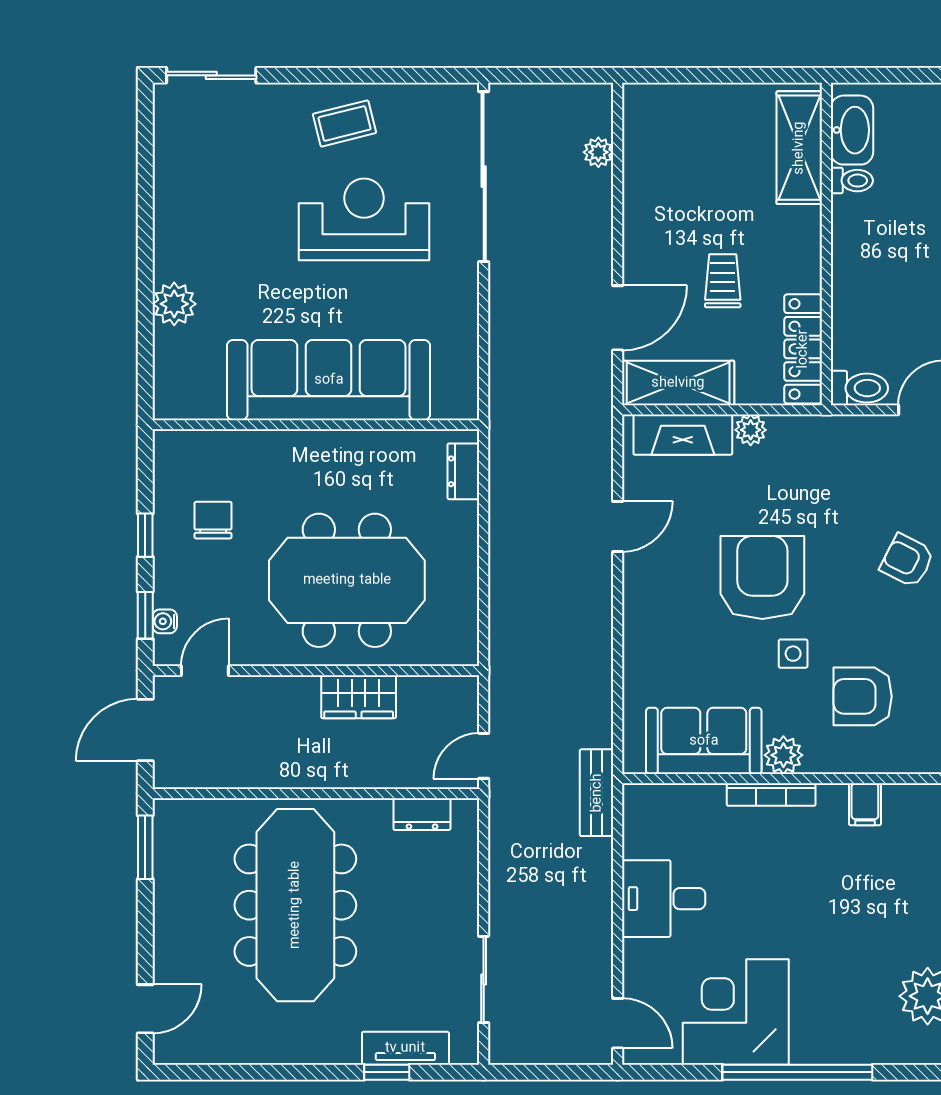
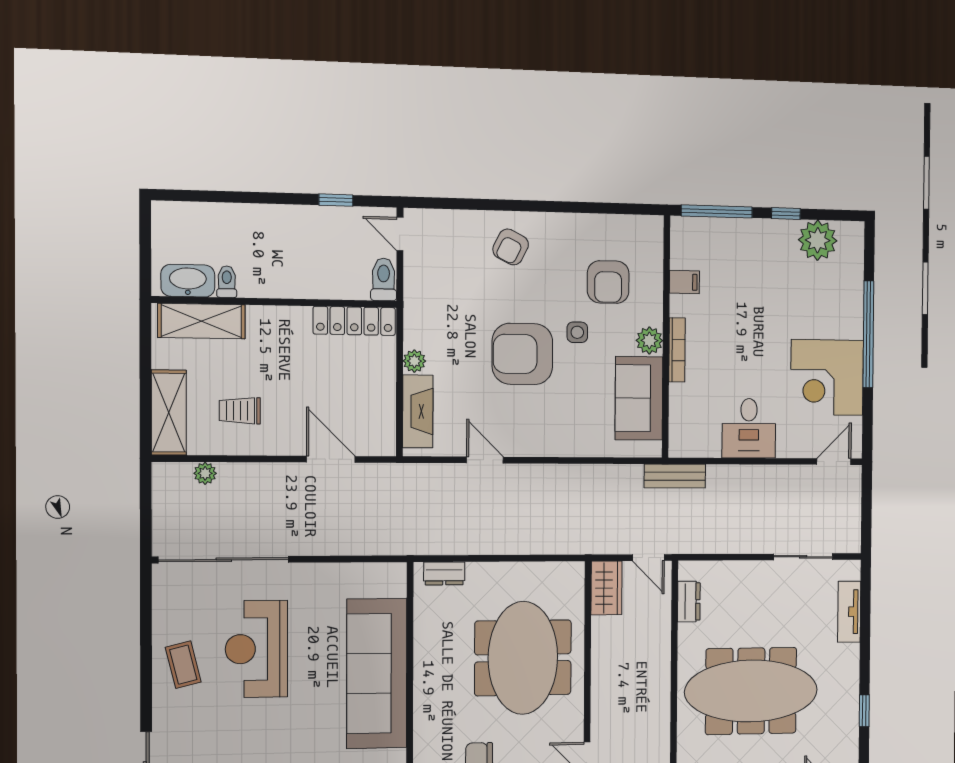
trolley: (723, 281) -> (240, 411), moved
shelving: (678, 383) -> (169, 413), moved
wardrobe: (359, 697) -> (606, 588), moved
window: (387, 1072) -> (864, 711), moved

